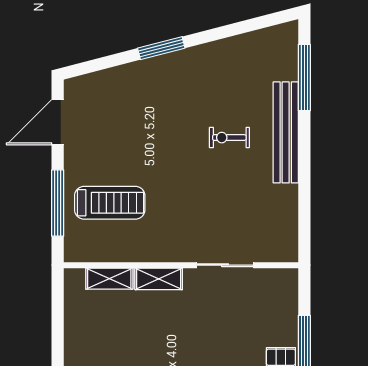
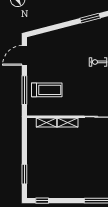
window: (161, 48) -> (90, 18), moved

